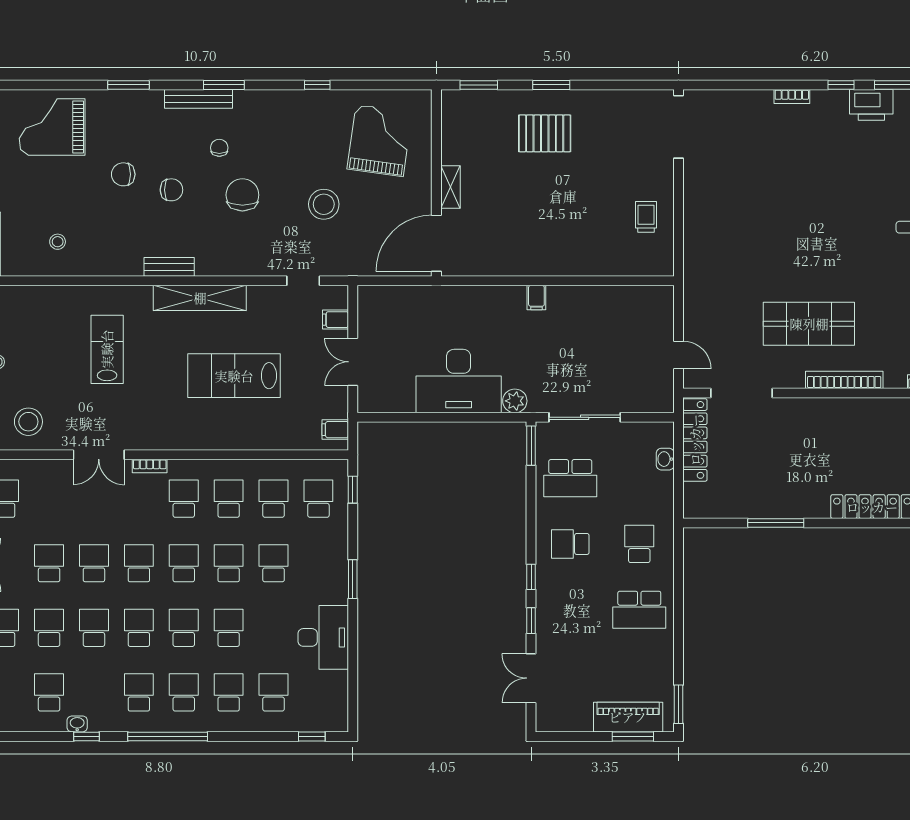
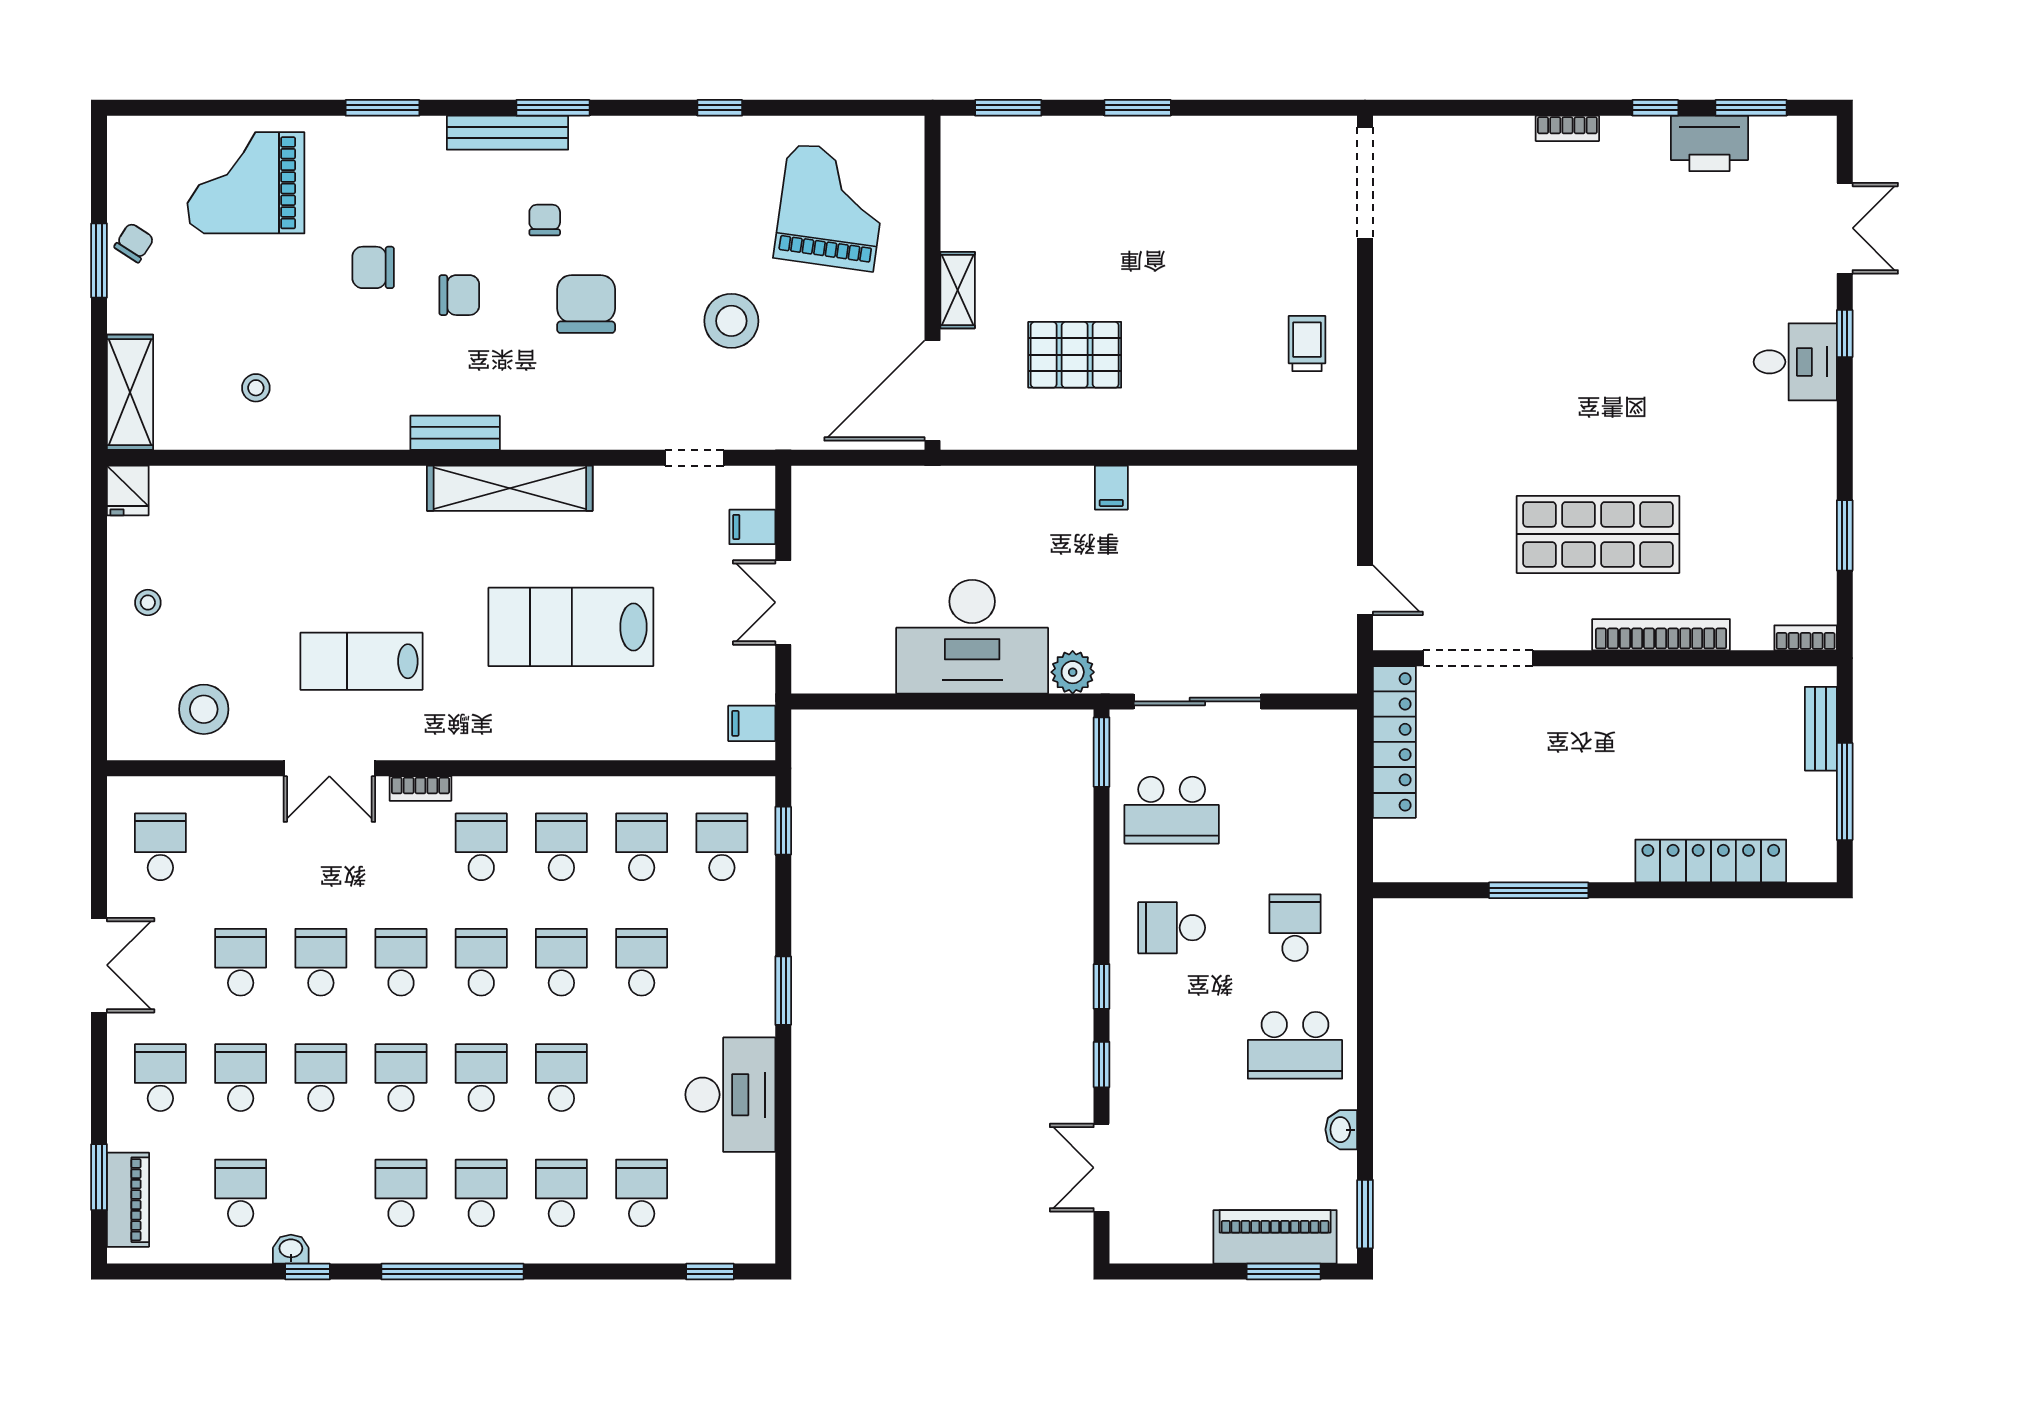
pallet: (545, 133) -> (1075, 355), moved
lab bench: (107, 349) -> (361, 661), moved, turned -90
washbasin: (665, 459) -> (1341, 1130), moved

